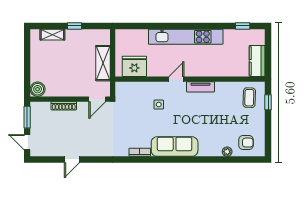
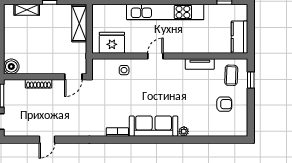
shelving: (103, 63) -> (79, 24), moved
tv unit: (200, 87) -> (200, 64), moved
side table: (159, 105) -> (124, 70), moved
armchair: (246, 143) -> (224, 104), moved
plant: (227, 152) -> (184, 131), moved

